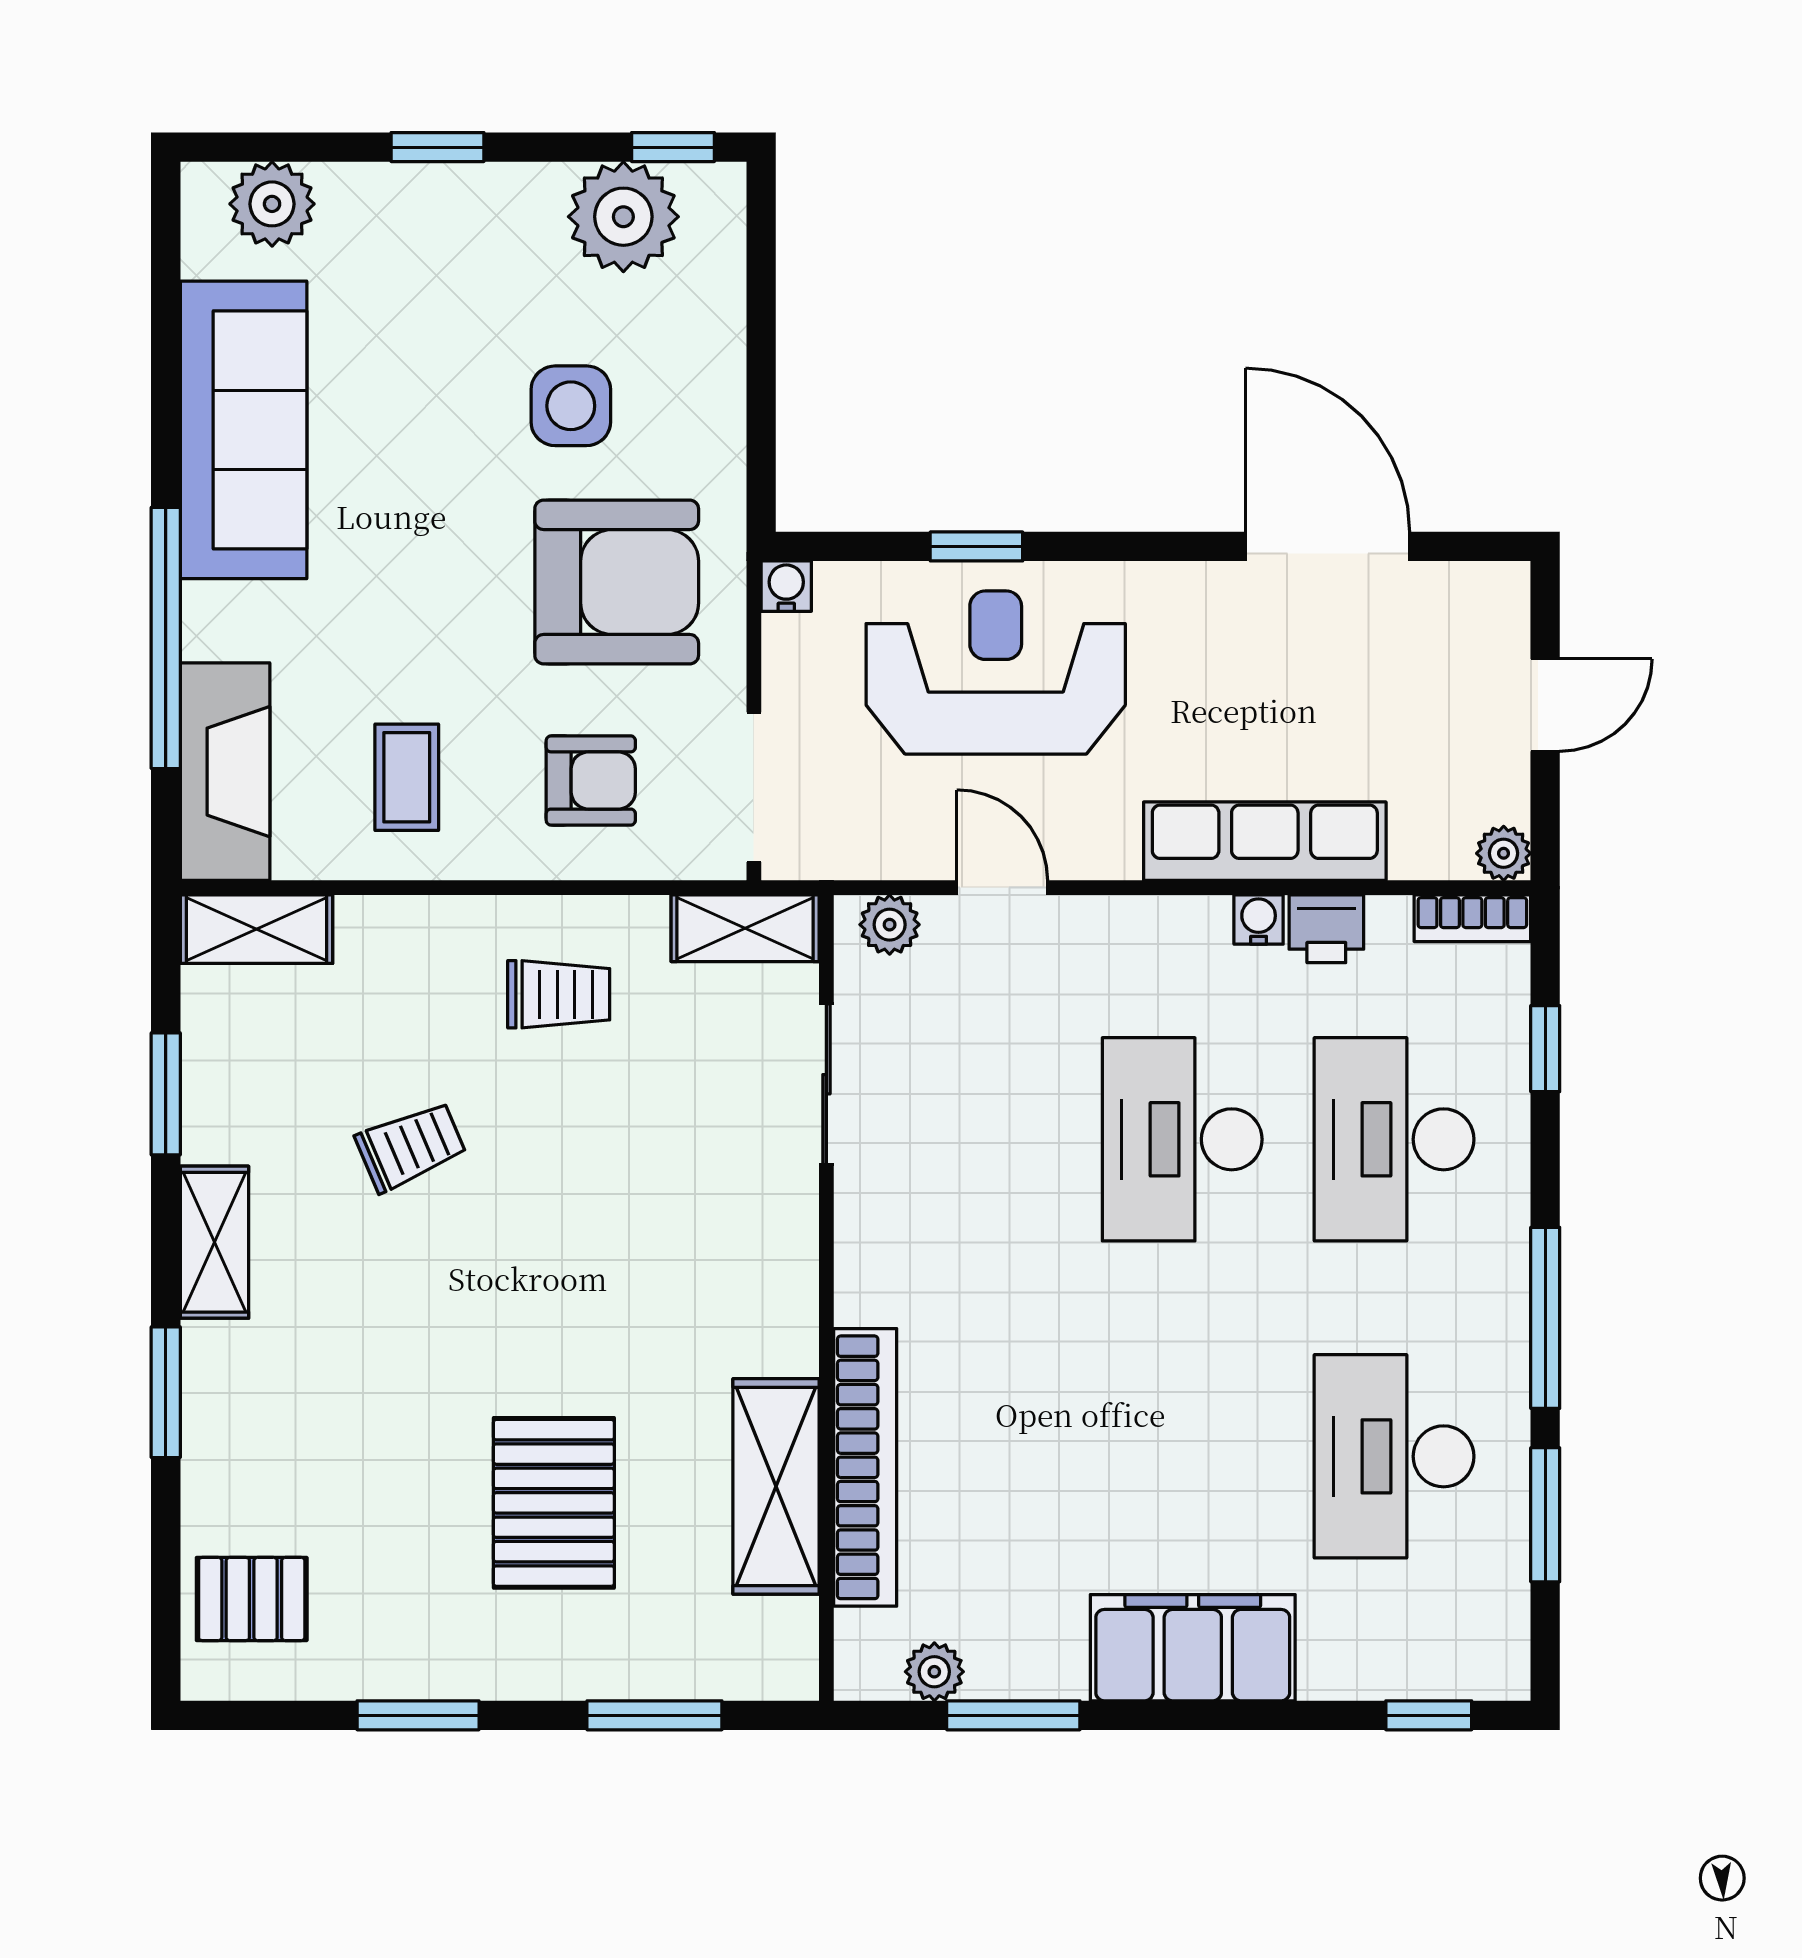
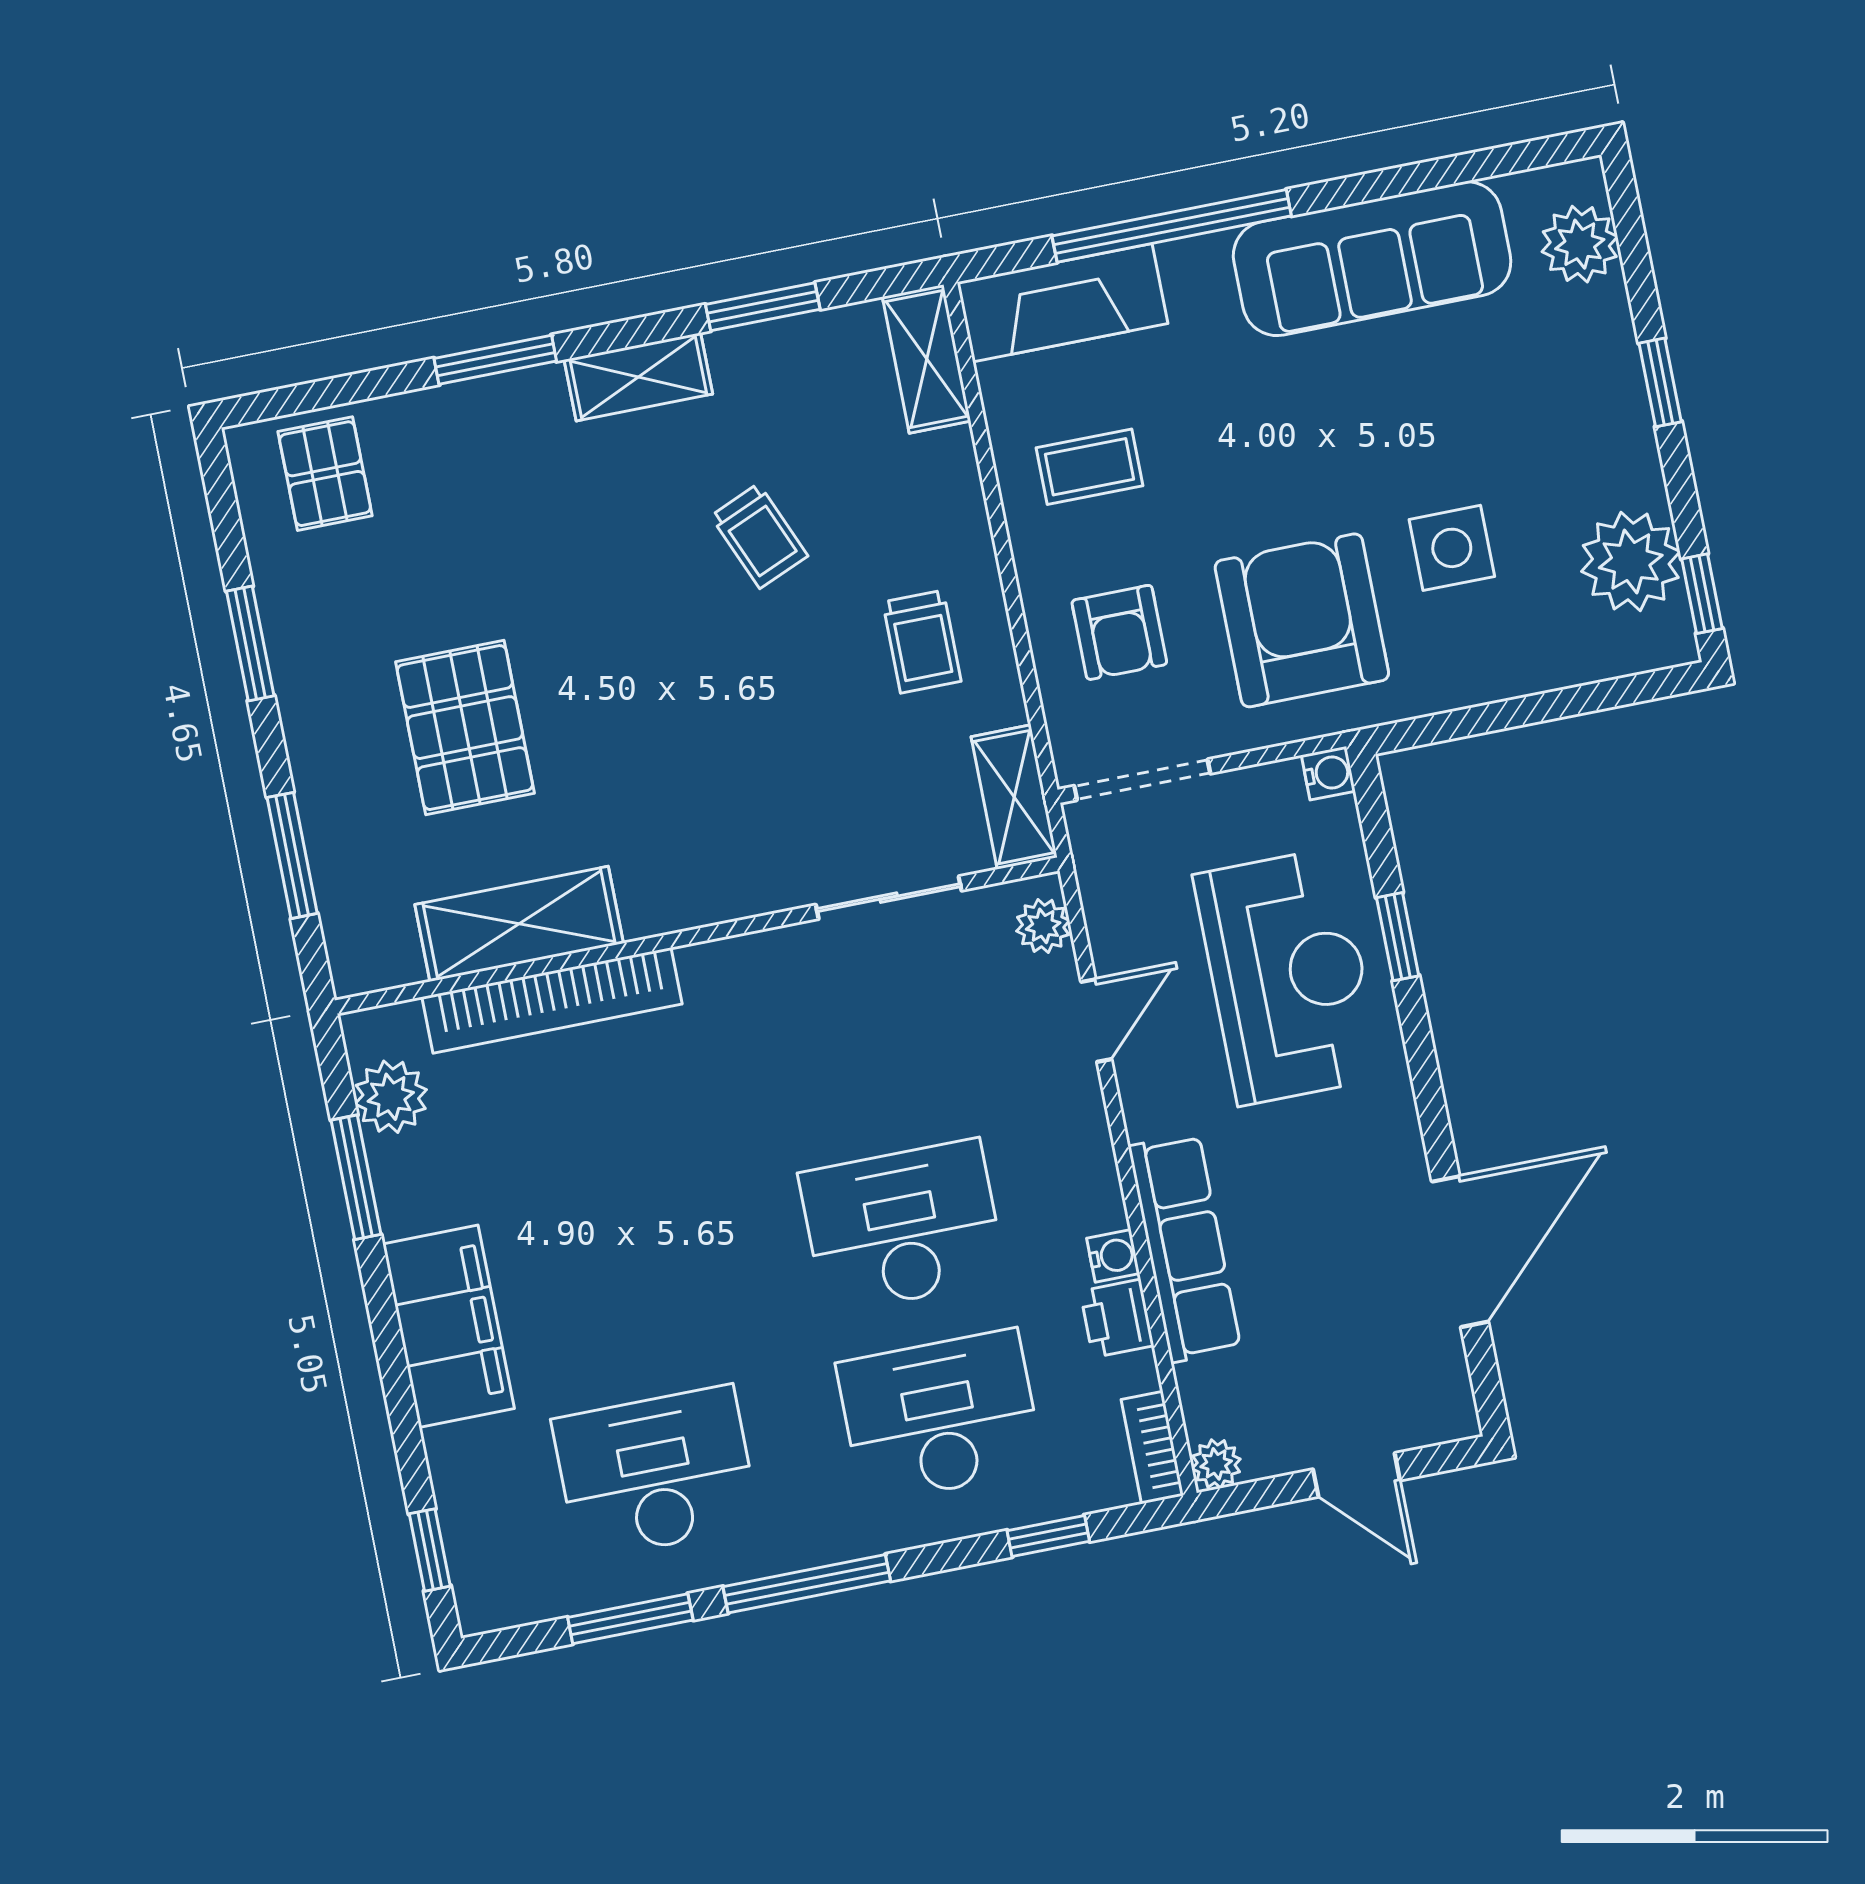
armchair: (617, 582) -> (1302, 620), turned 180
pallet: (554, 1503) -> (465, 728), turned 90
plant: (934, 1672) -> (391, 1097), width x1.38, depth x1.38

